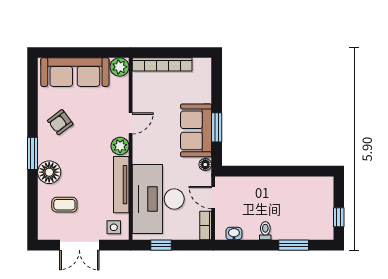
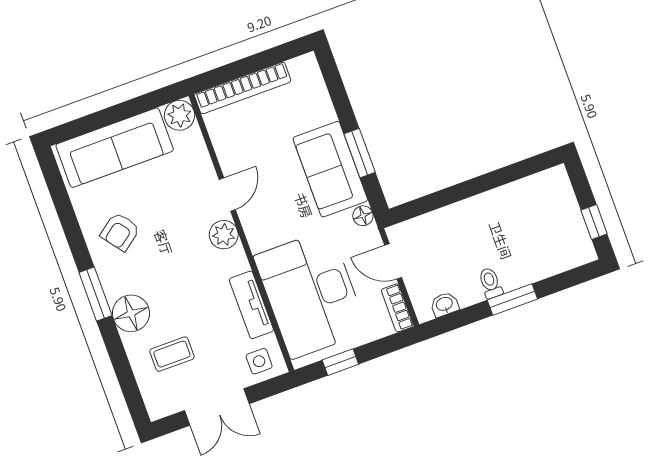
tv unit: (121, 185) -> (251, 305), width x0.71
window: (294, 245) -> (512, 300), moved

